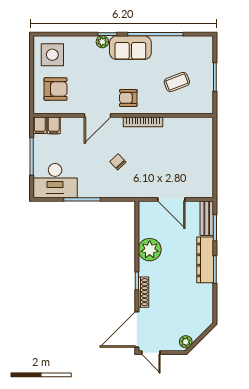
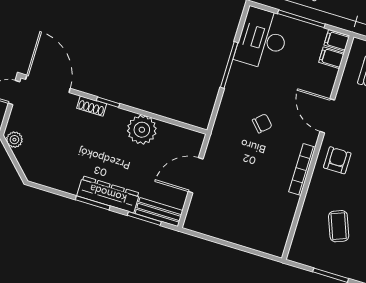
shoe rack: (143, 292) -> (92, 106), width x0.70

